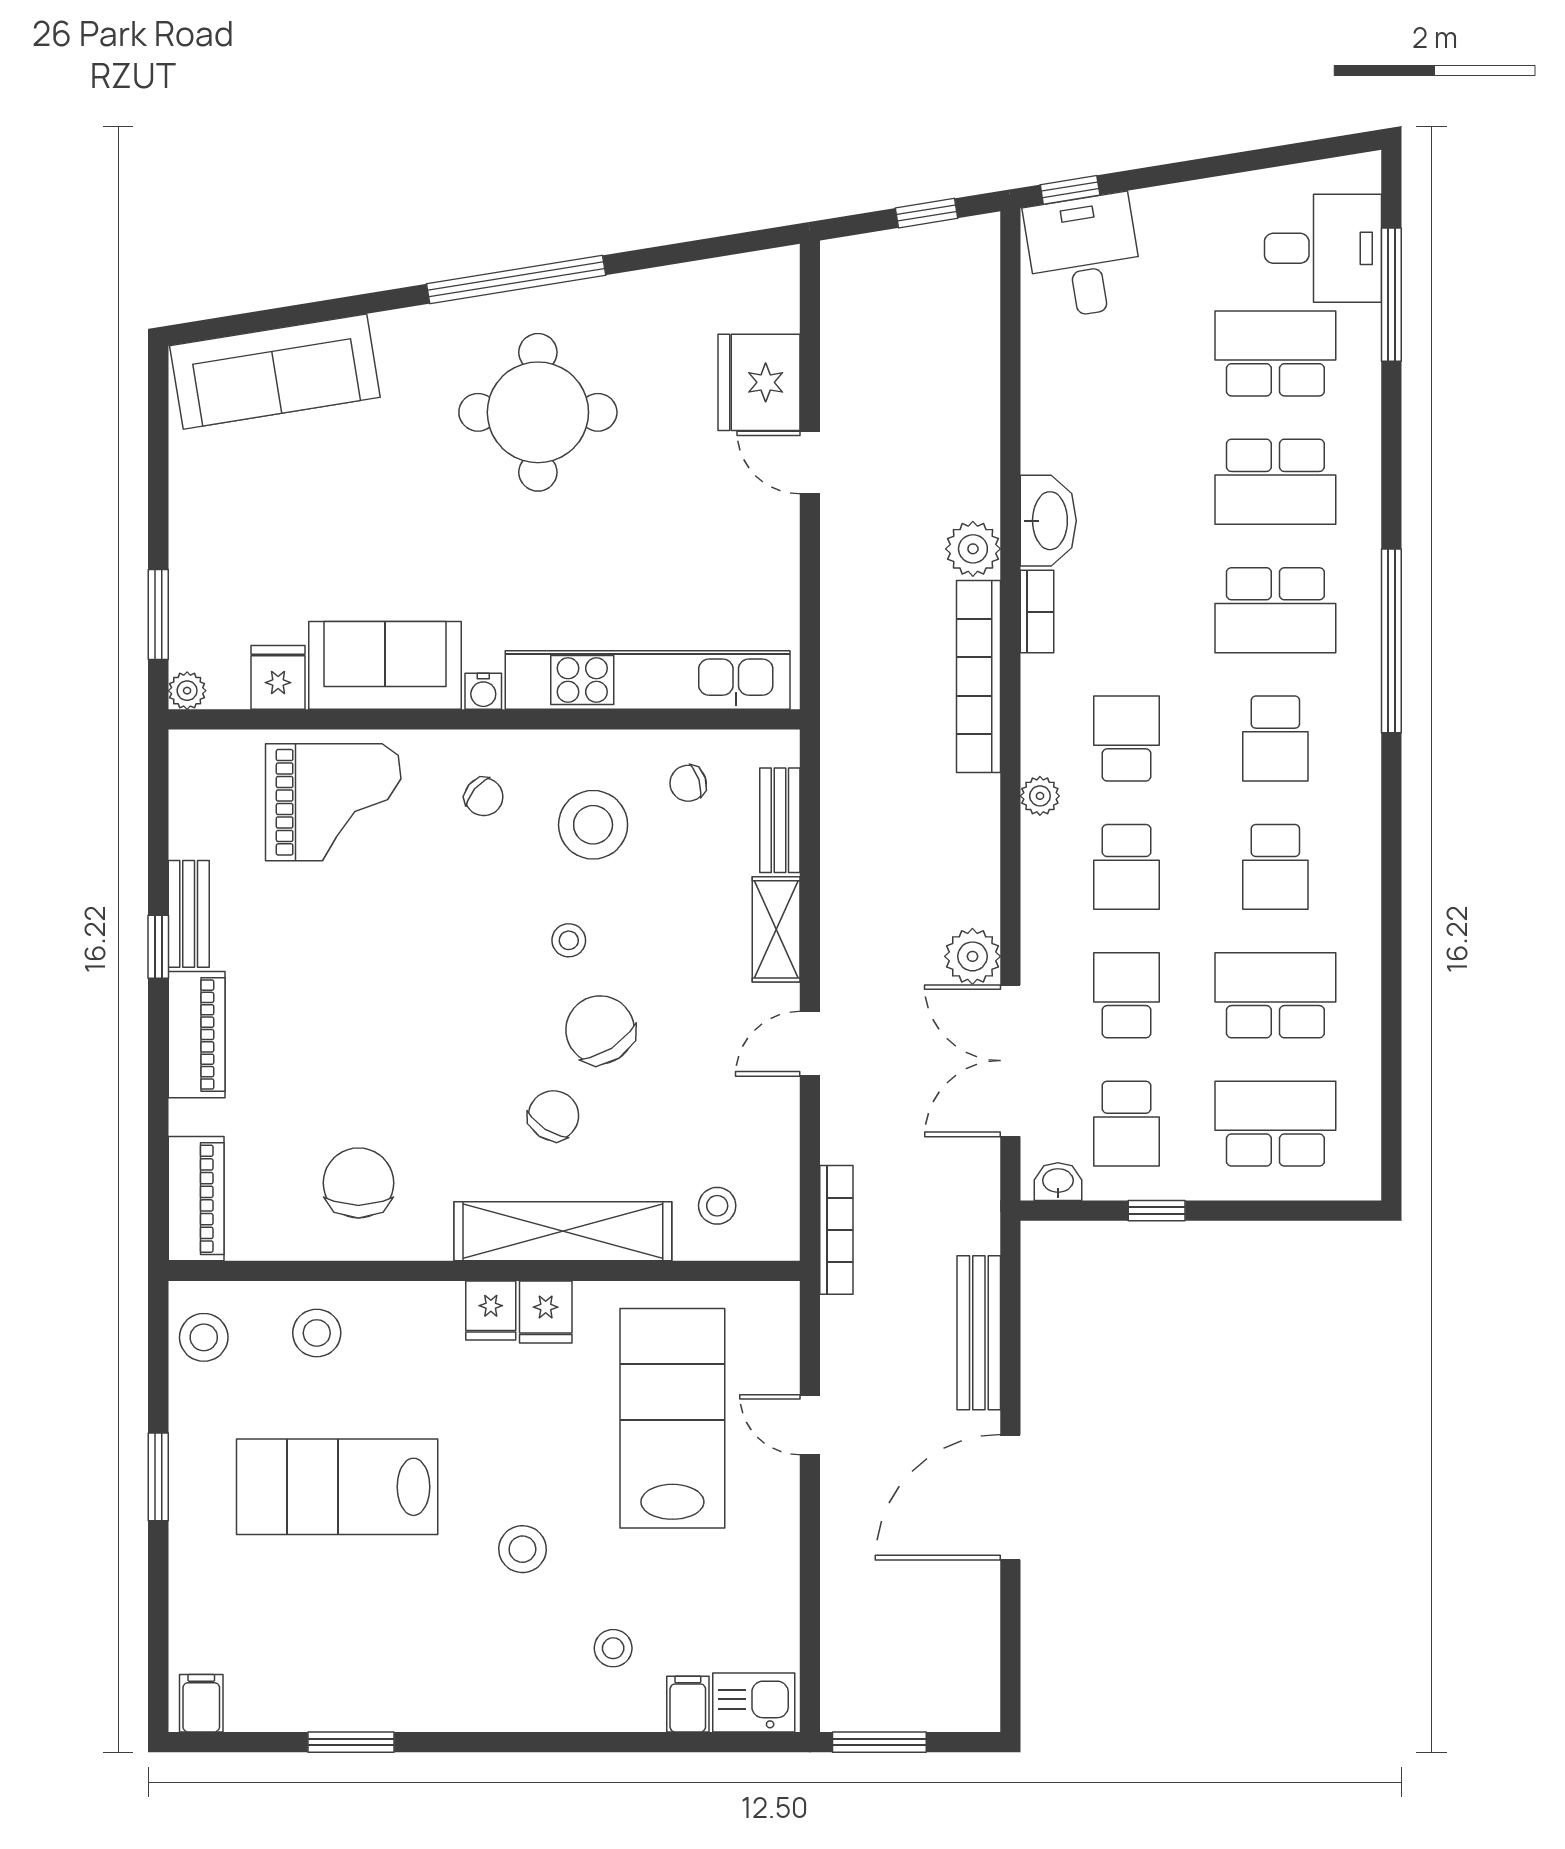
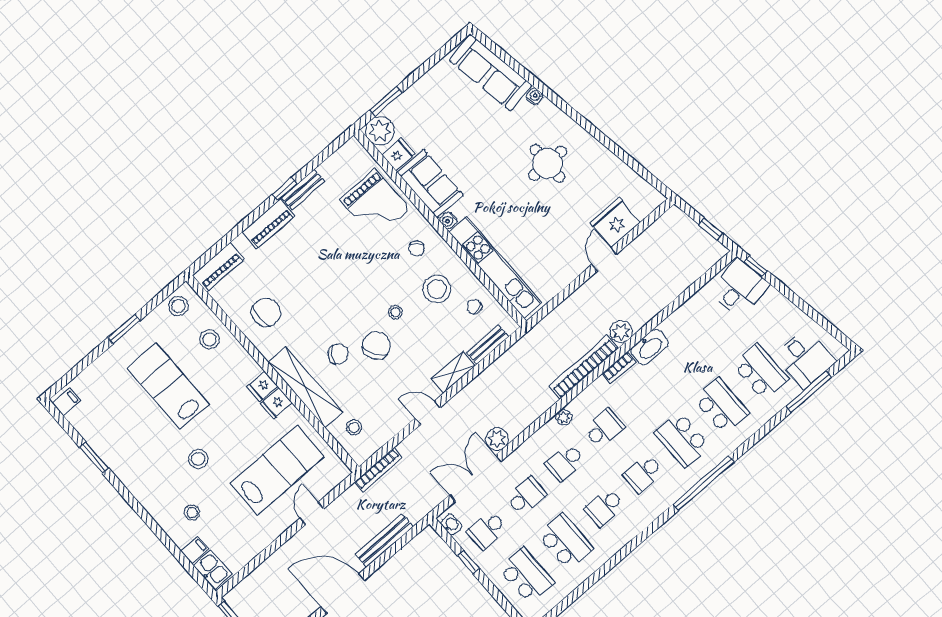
window: (516, 279) -> (582, 122), removed
water cooler: (391, 328) -> (534, 96), added
round table: (538, 412) -> (548, 163), width x0.73, depth x0.73
school desk: (1275, 482) -> (721, 406), turned 180
plant: (187, 691) -> (380, 131), width x1.88, depth x1.88

